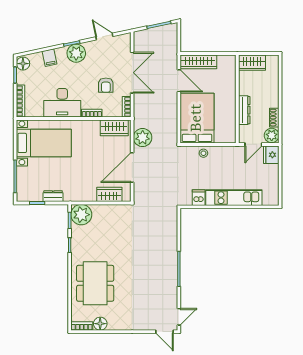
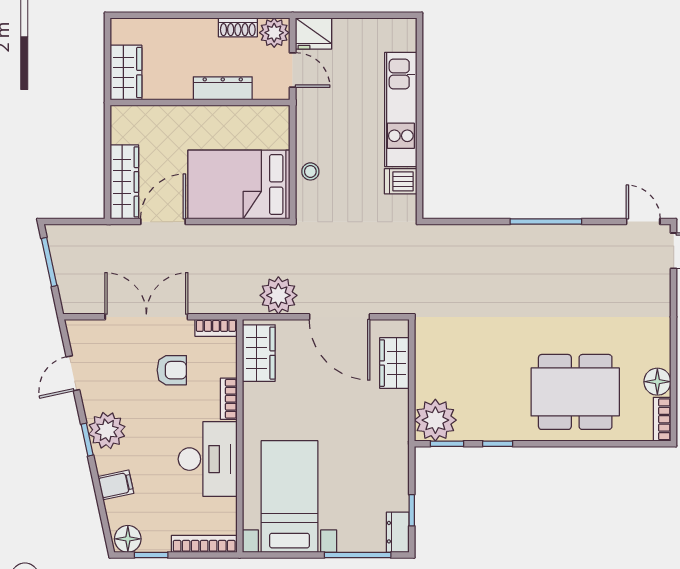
dresser: (53, 196) -> (398, 532), moved

